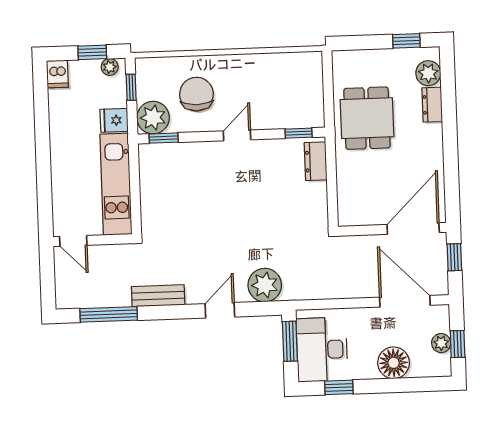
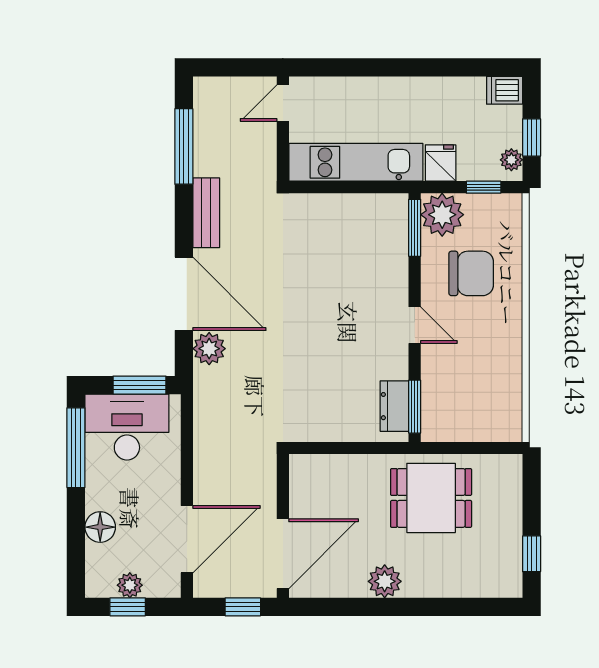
plant: (428, 73) -> (385, 581), moved
dresser: (432, 105) -> (446, 585), removed
window: (299, 133) -> (415, 407), width x1.50
window: (164, 138) -> (415, 228), width x1.50
dresser: (316, 161) -> (394, 406), moved, turned -90
door: (413, 228) -> (283, 554), hinge flipped
plant: (265, 285) -> (209, 349), width x0.73, depth x0.73
door: (220, 310) -> (184, 294), width x1.88
floor lamp: (394, 363) -> (100, 527), width x0.73, depth x0.73
window: (339, 387) -> (76, 448), width x2.17

